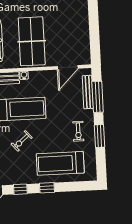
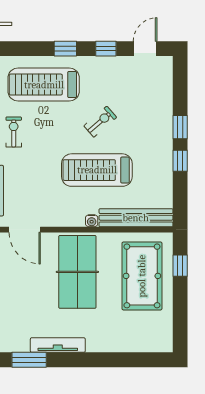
door: (68, 67) -> (25, 230), swing flipped
treadmill: (60, 163) -> (44, 85), turned 180

